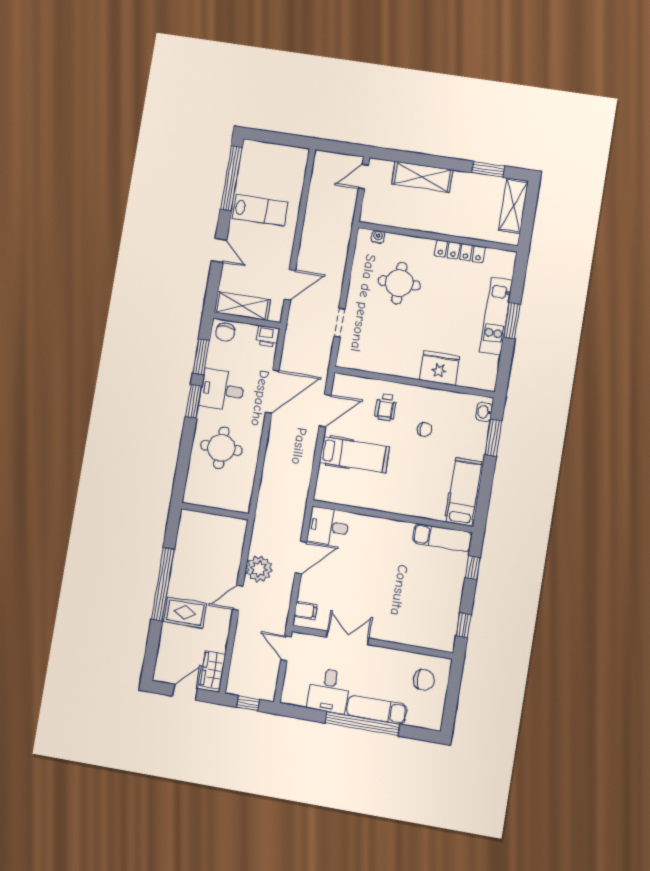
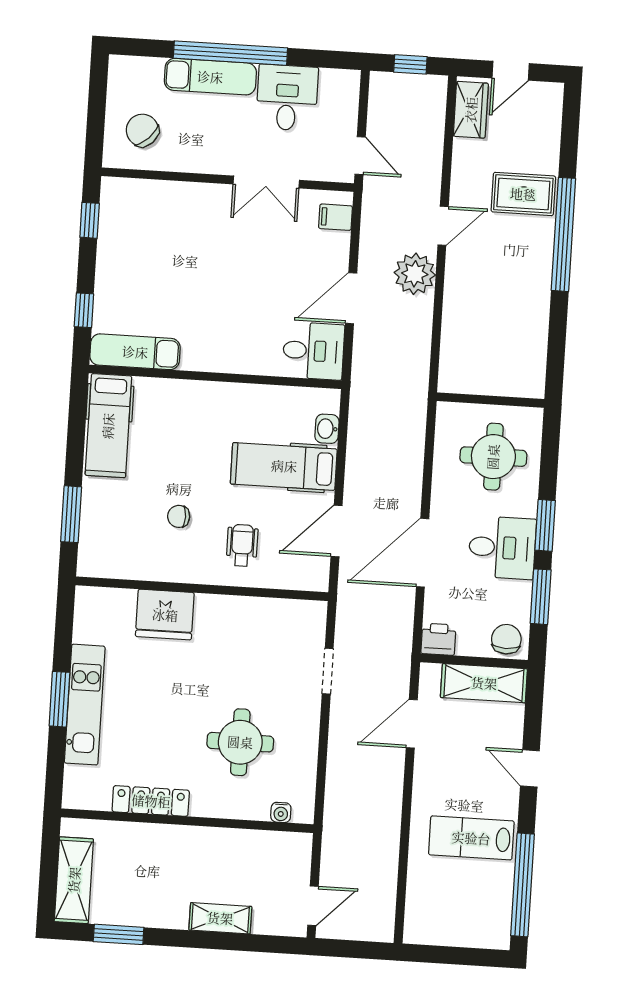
shelving: (422, 177) -> (220, 918), width x0.67, depth x0.75
washbasin: (484, 412) -> (327, 429), moved, turned 180
wall: (215, 511) -> (490, 400), moved
chair: (424, 680) -> (142, 130), turned 45

